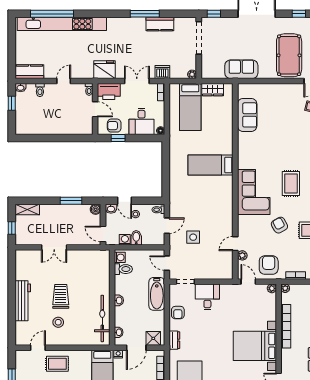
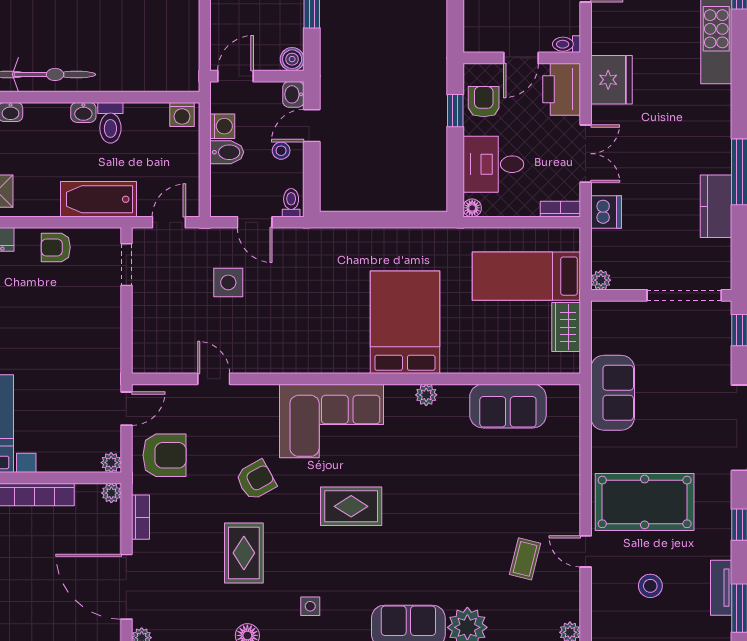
bed: (211, 165) -> (405, 322), width x1.50
plant: (242, 255) -> (426, 395), moved
toilet: (123, 269) -> (110, 123), moved
desk: (207, 297) -> (91, 315), removed

